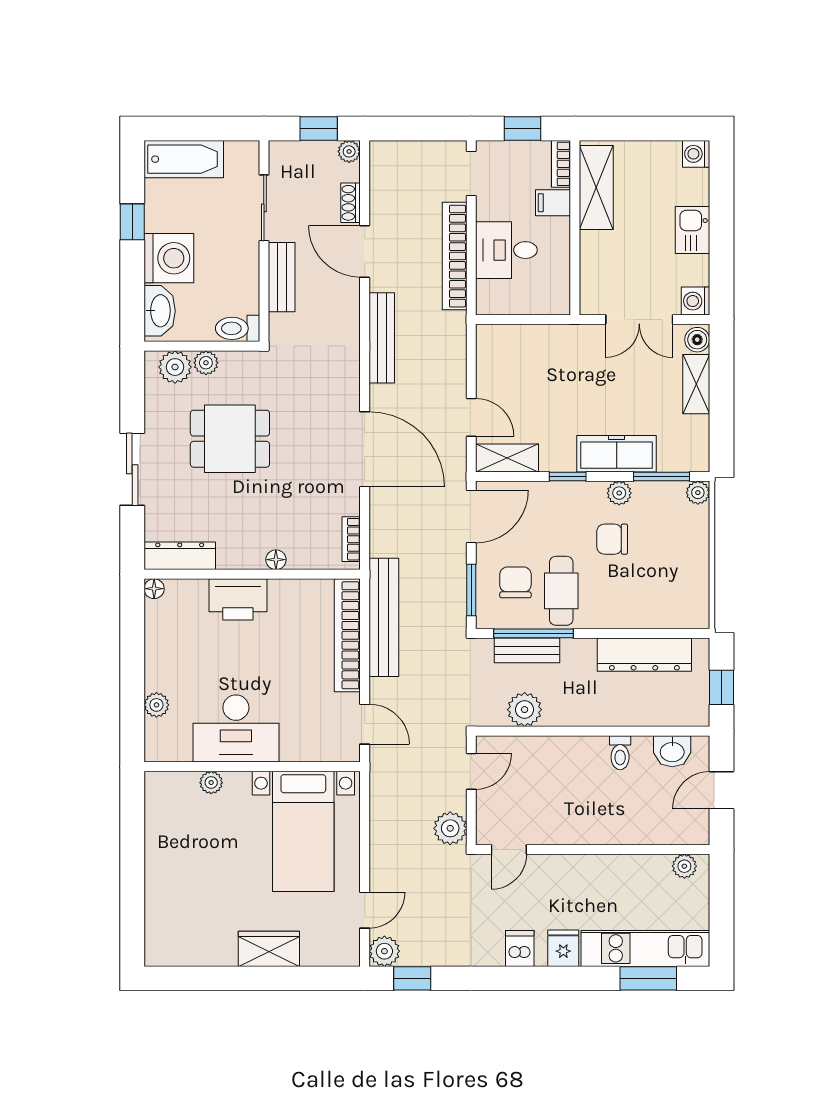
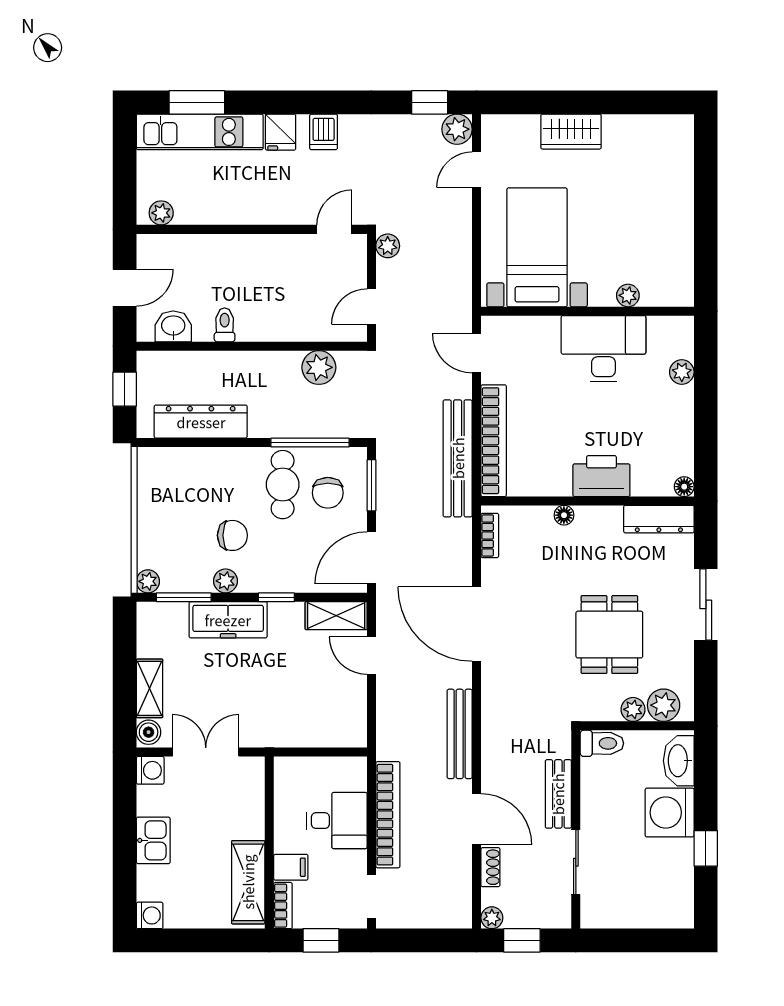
bathtub: (184, 159) -> (655, 910), removed
dining table: (230, 439) -> (609, 635), turned 90
bench: (527, 650) -> (316, 426), removed
plant: (450, 828) -> (388, 246), width x0.73, depth x0.73

